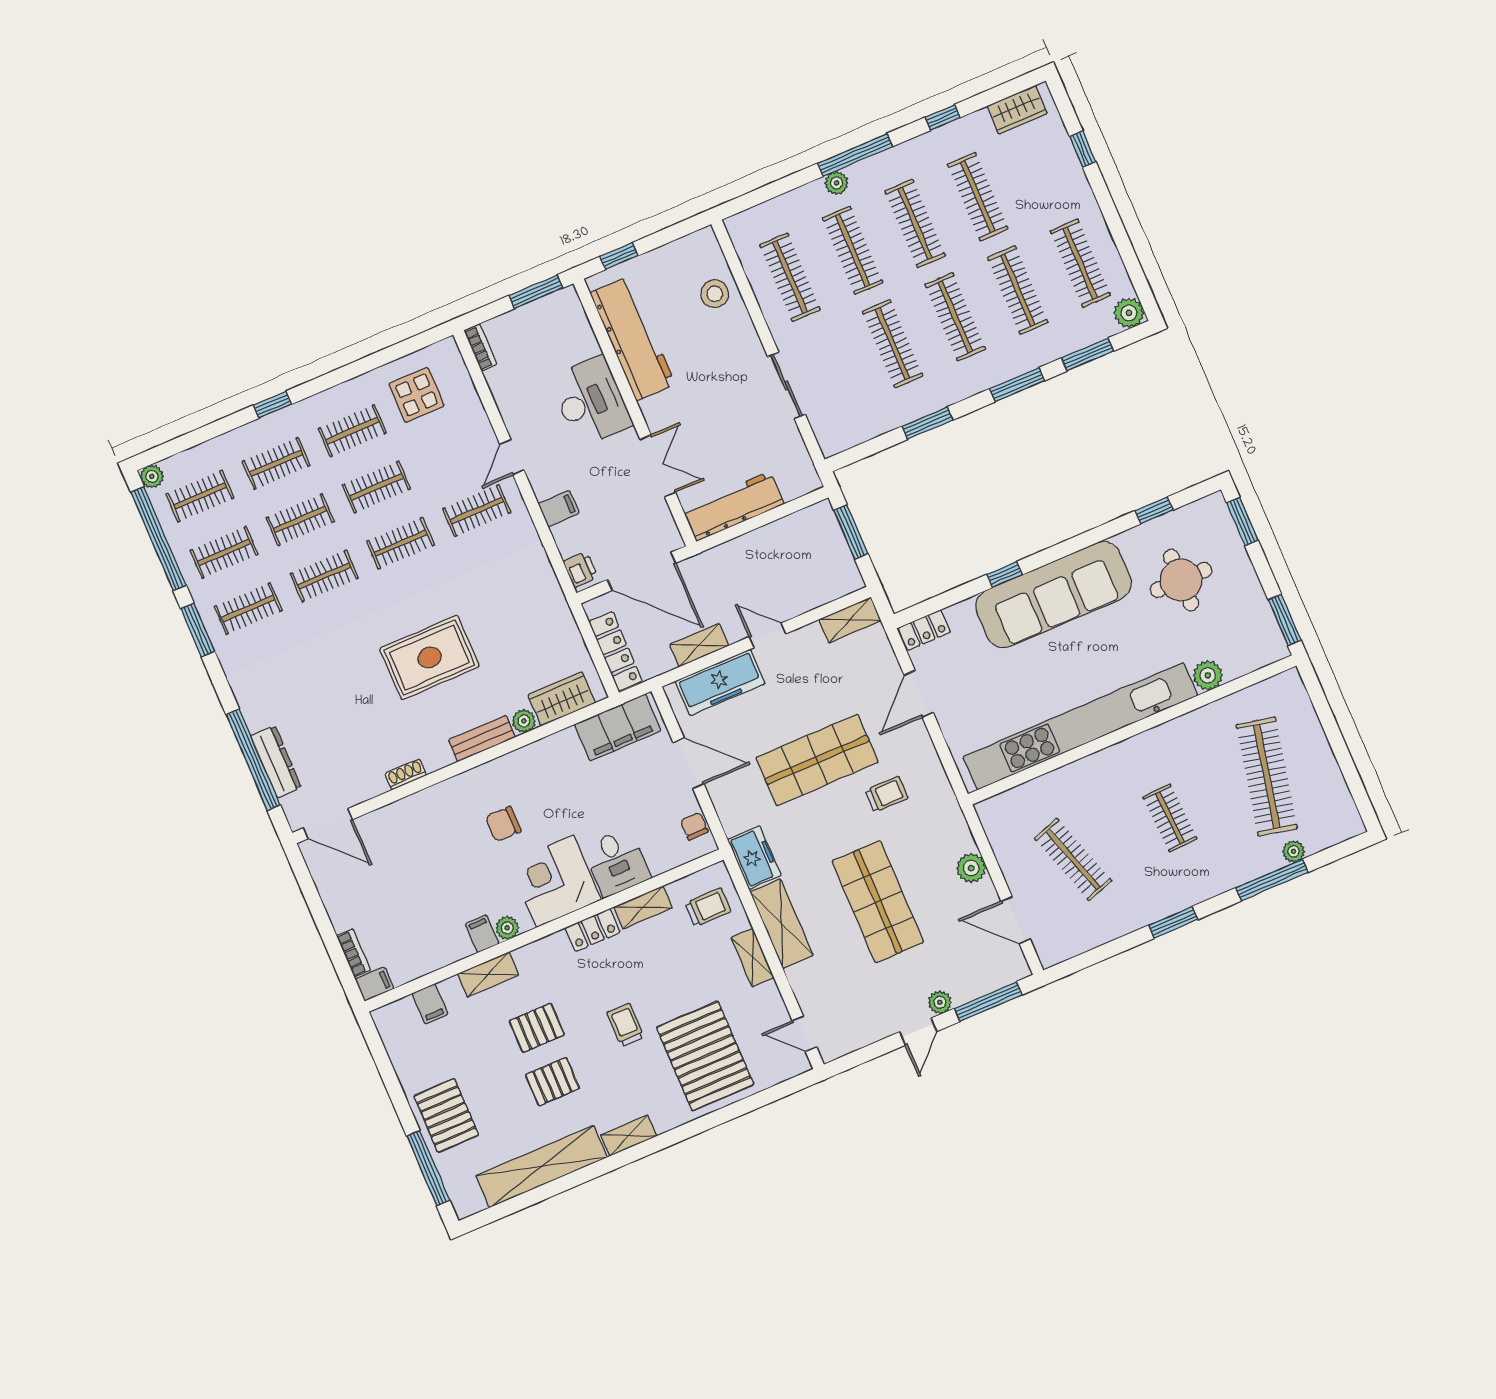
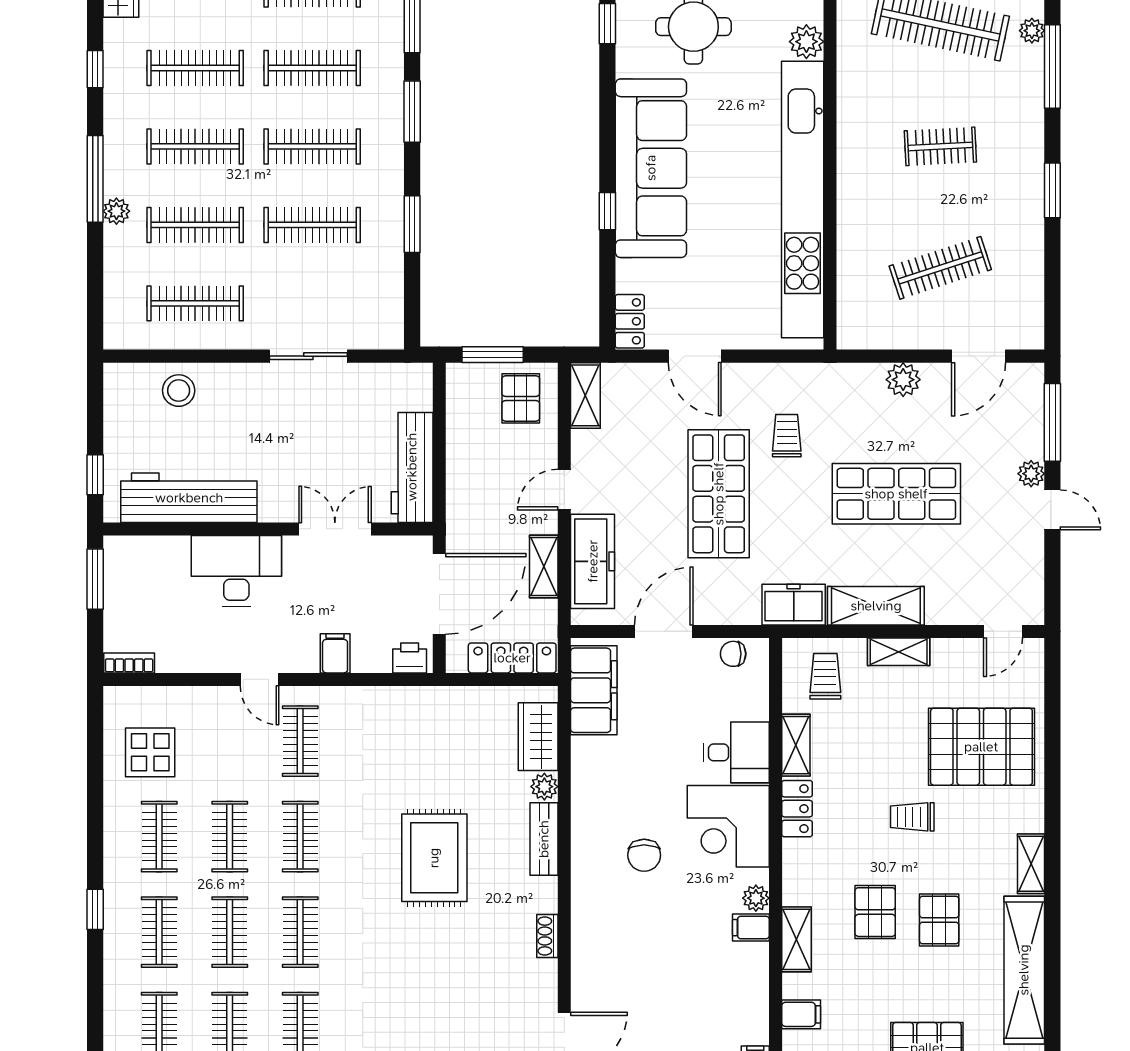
pallet: (825, 569) -> (521, 398), added

